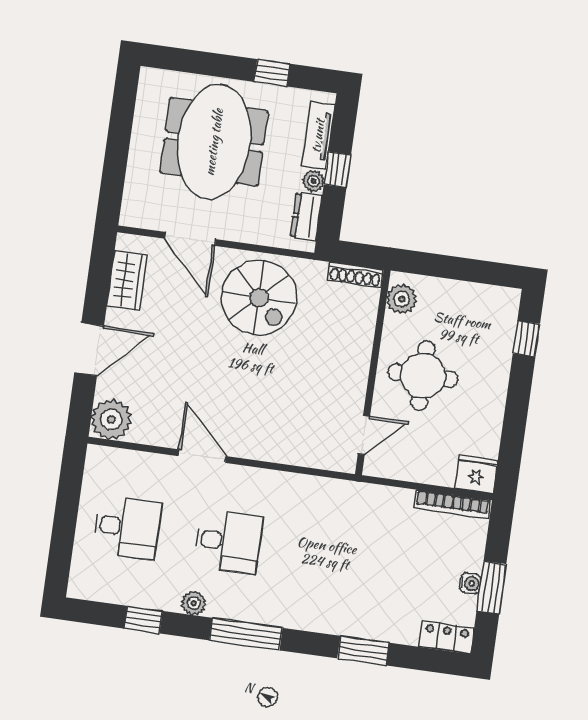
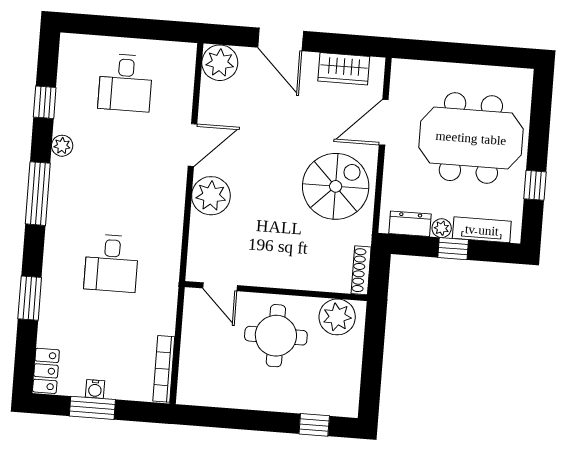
spiral stairs: (259, 298) -> (336, 186), turned 180
plant: (402, 299) -> (337, 317), width x1.36, depth x1.36
plant: (261, 439) -> (211, 196), added
fridge: (476, 474) -> (192, 388), removed
desk: (228, 542) -> (111, 263), moved

